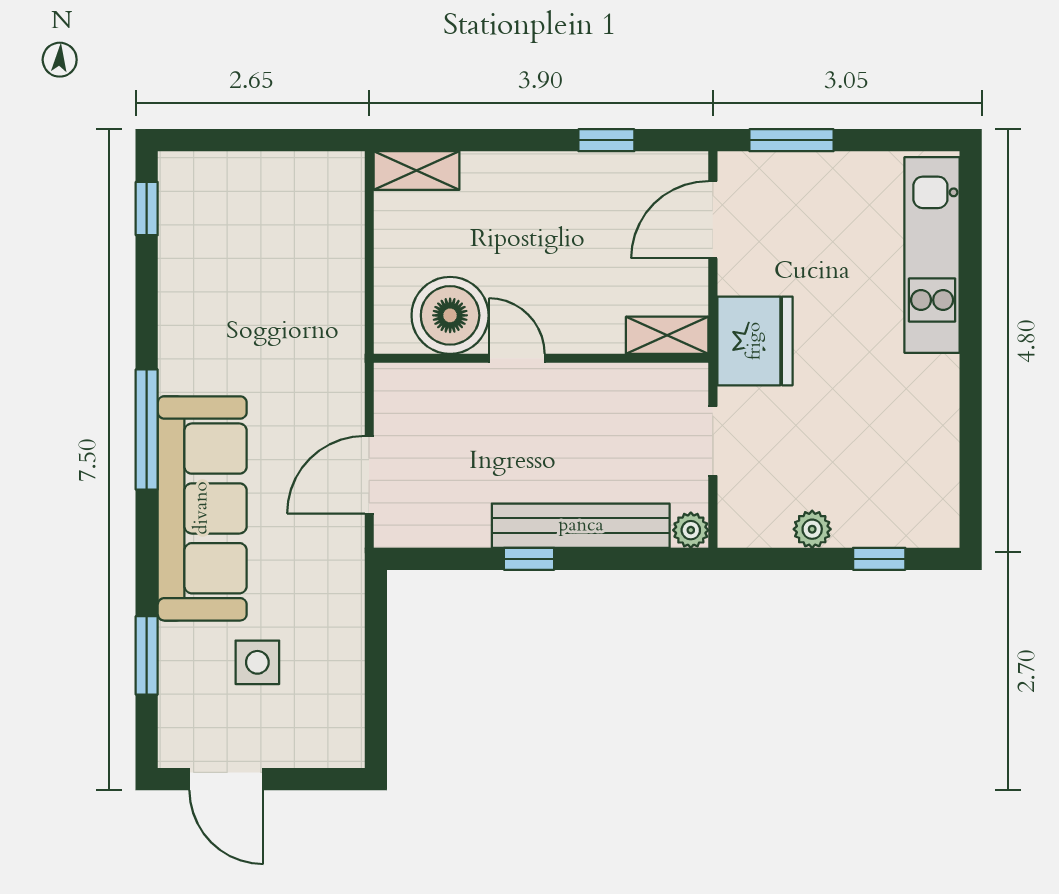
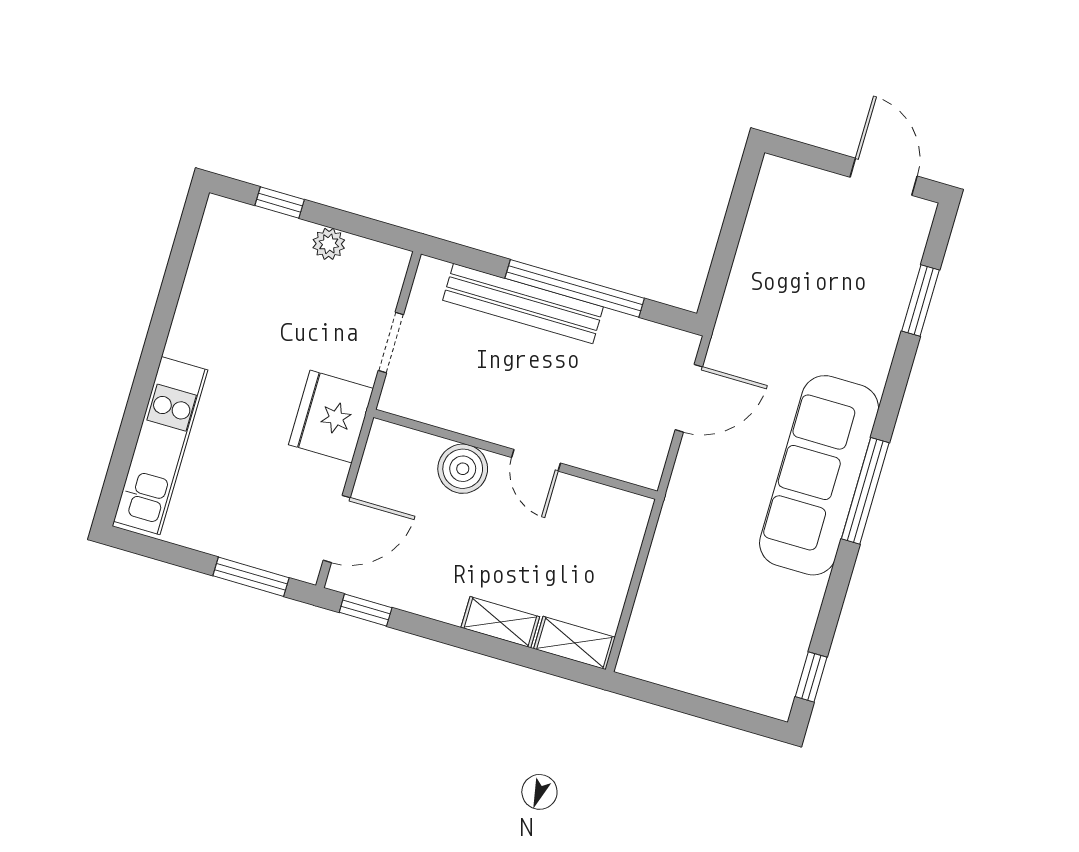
window: (606, 140) -> (366, 610), moved
boiler: (450, 315) -> (463, 469), moved, width x0.73, depth x0.73
shelving: (667, 335) -> (500, 622), moved
sofa: (202, 508) -> (819, 475), moved
plant: (691, 530) -> (431, 273), removed
window: (529, 559) -> (575, 288), width x3.17
side table: (257, 662) -> (829, 268), removed

